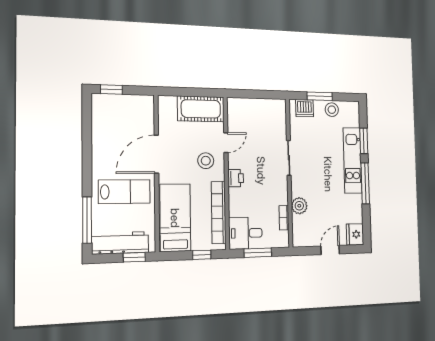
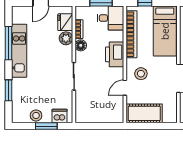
kitchen unit: (352, 160) -> (19, 51), moved
printer: (236, 178) -> (115, 54), width x1.87, depth x1.48
window: (365, 183) -> (8, 43), moved
floor lamp: (281, 197) -> (81, 45), added
fridge: (355, 234) -> (65, 22), moved, turned 180

